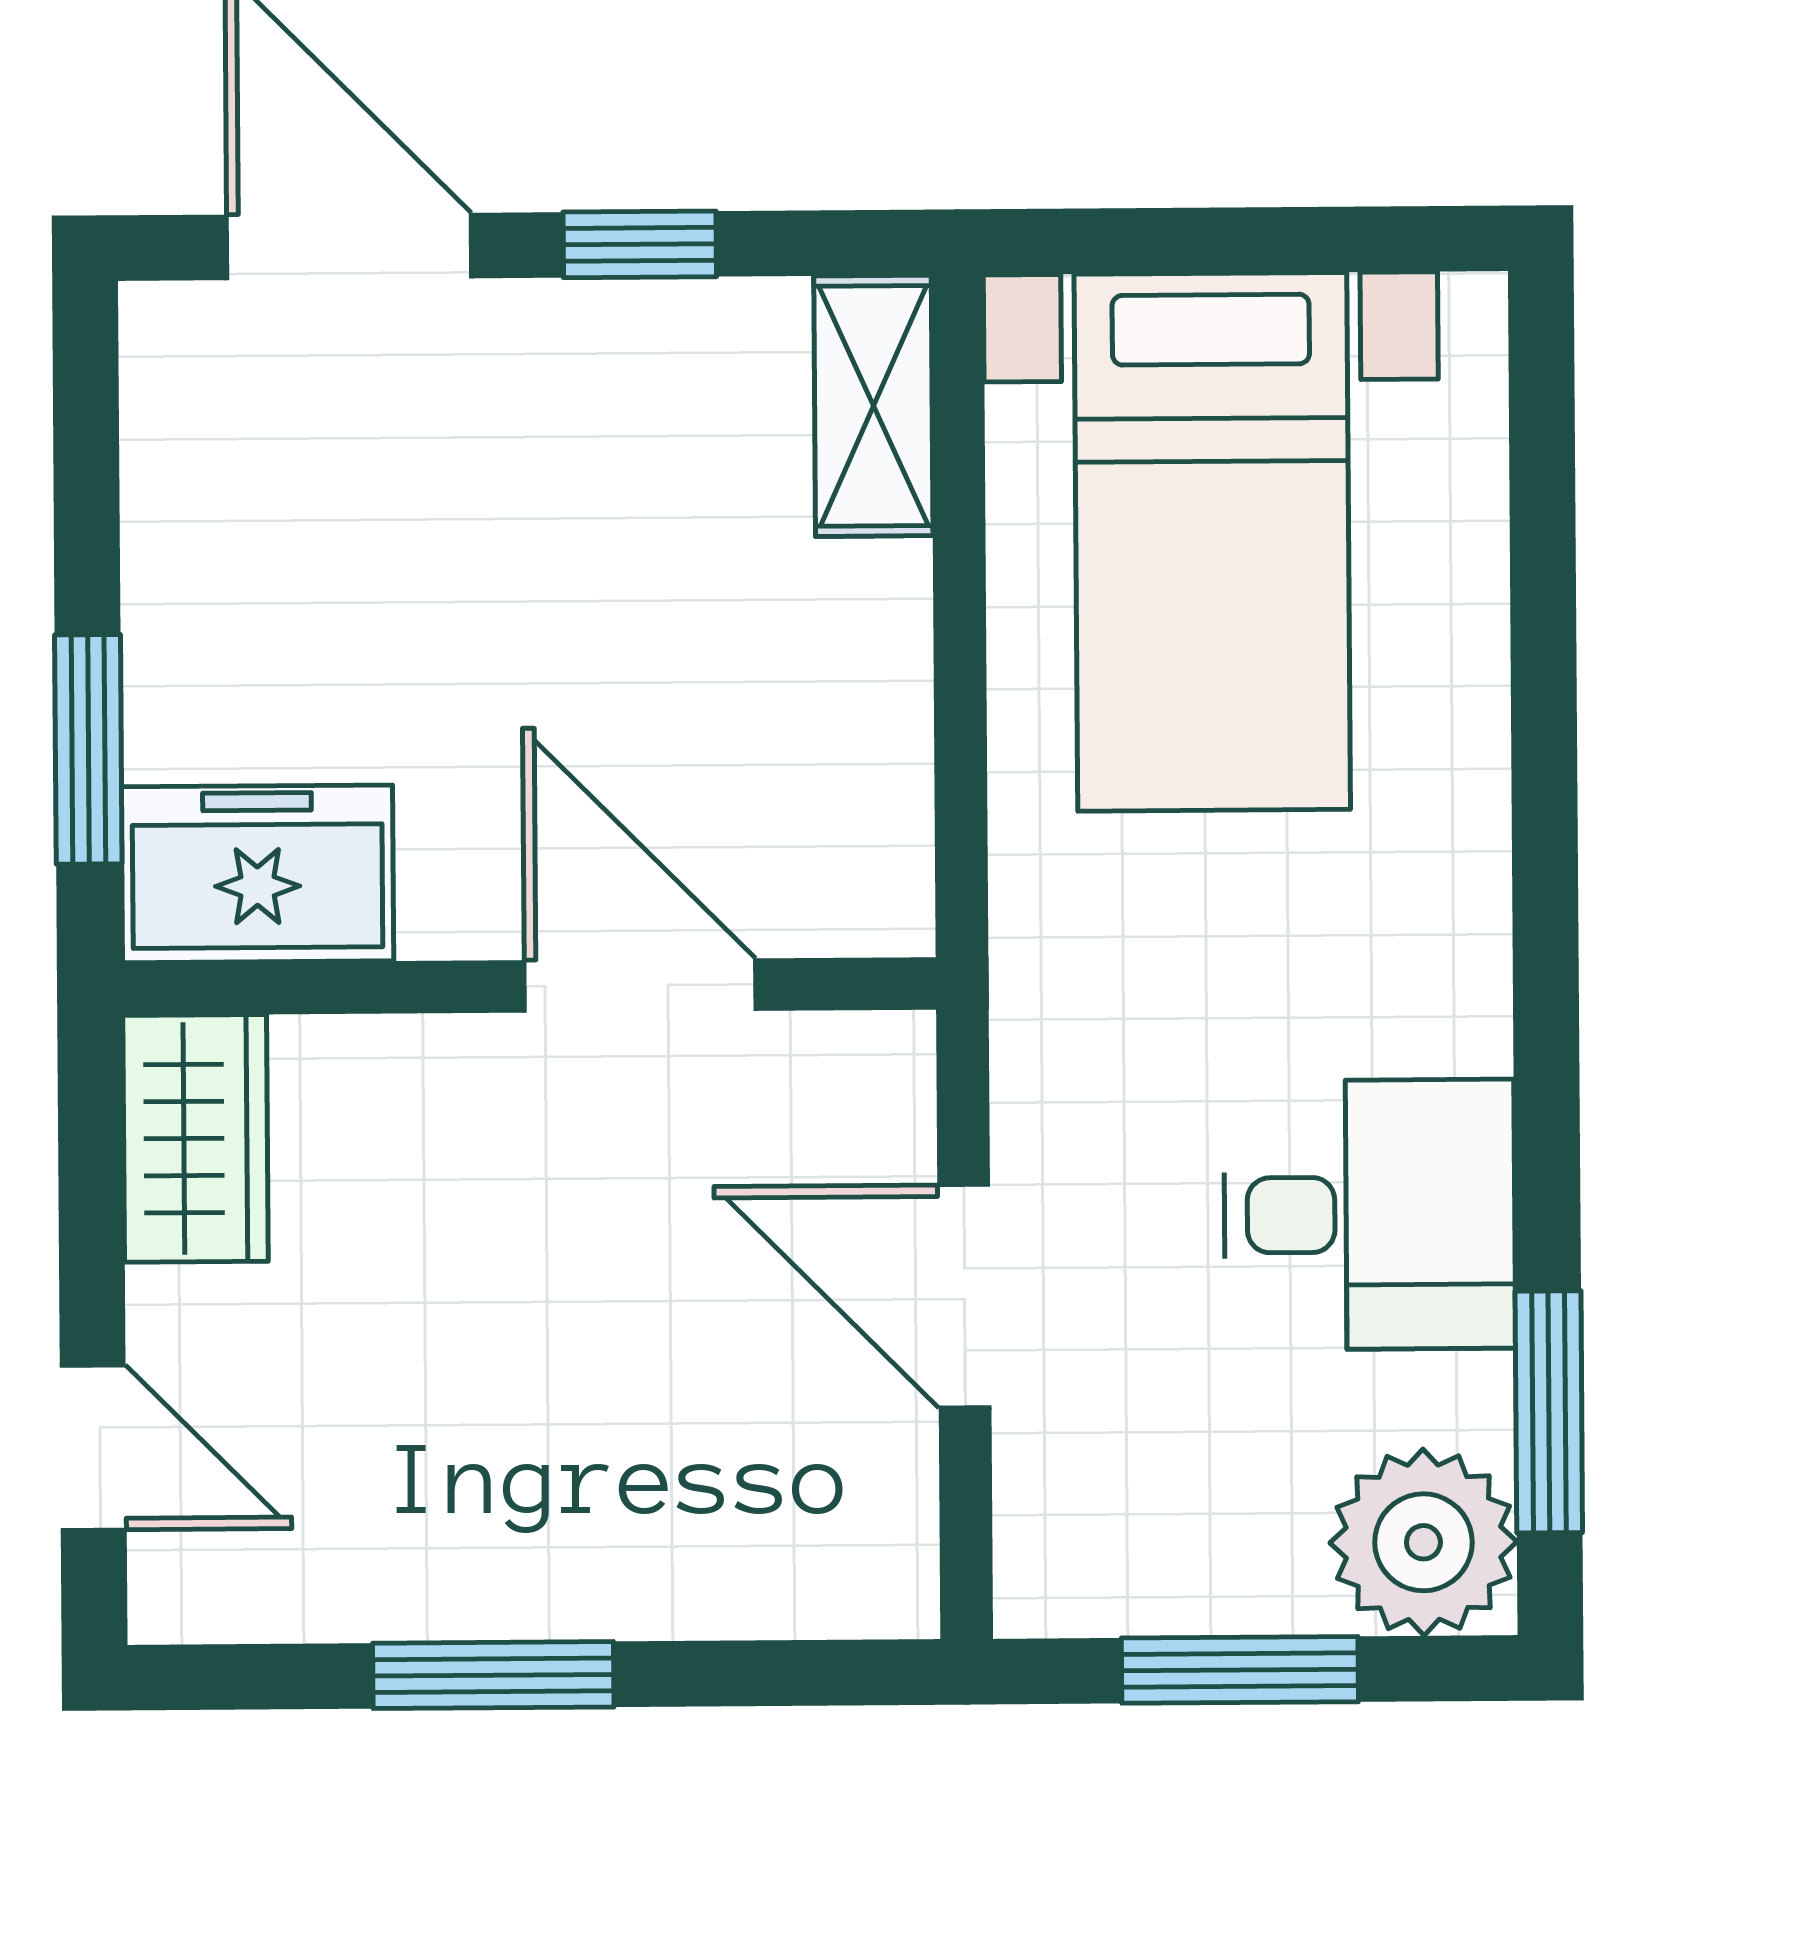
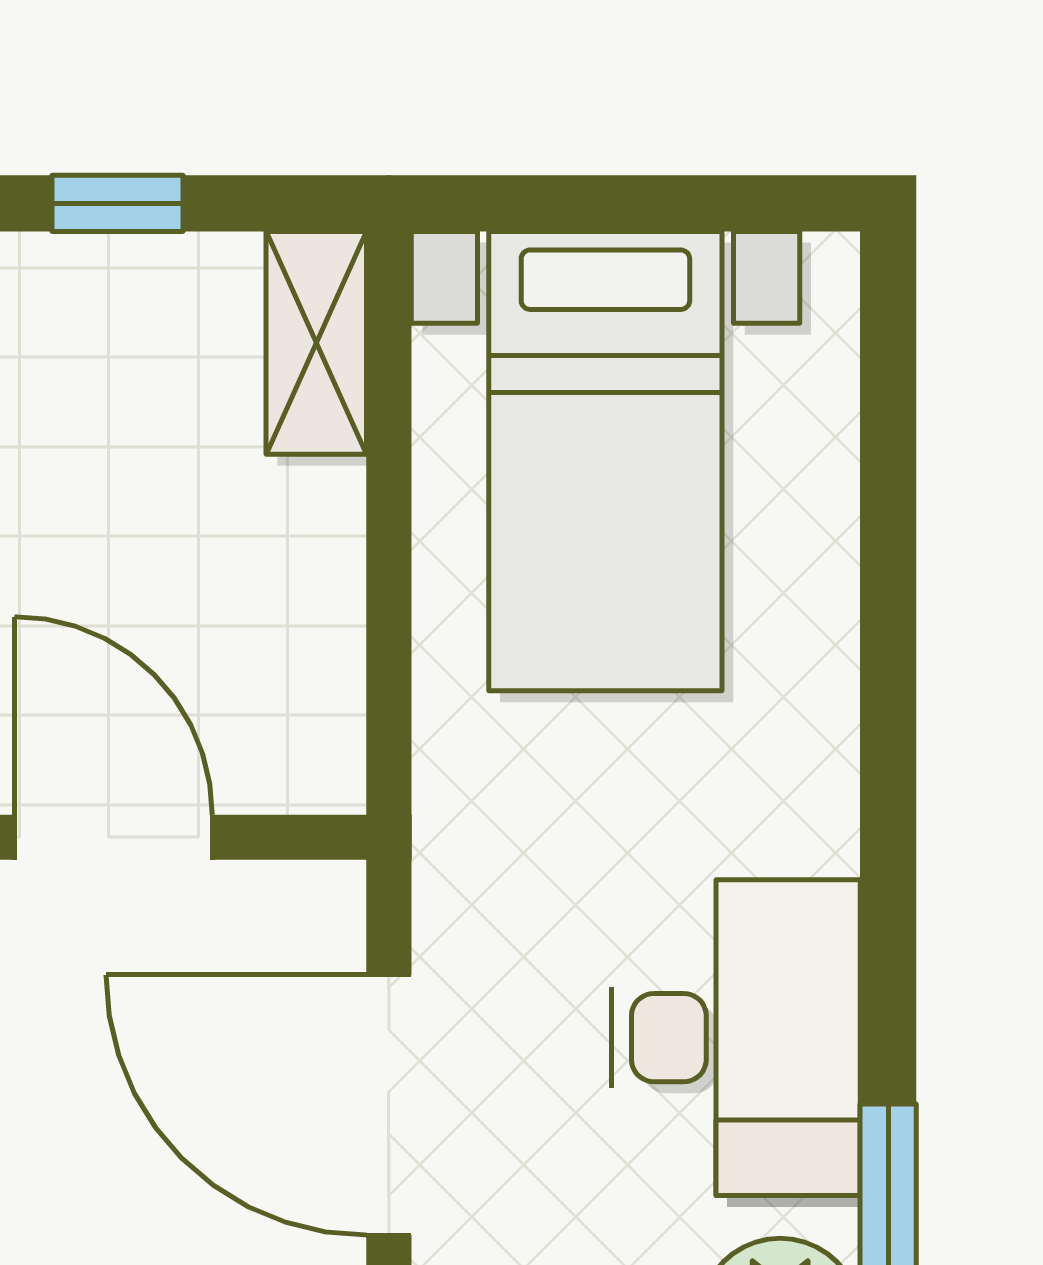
desk: (1369, 1215) -> (736, 1038), width x1.37
door: (964, 1296) -> (389, 1105), width x1.36

